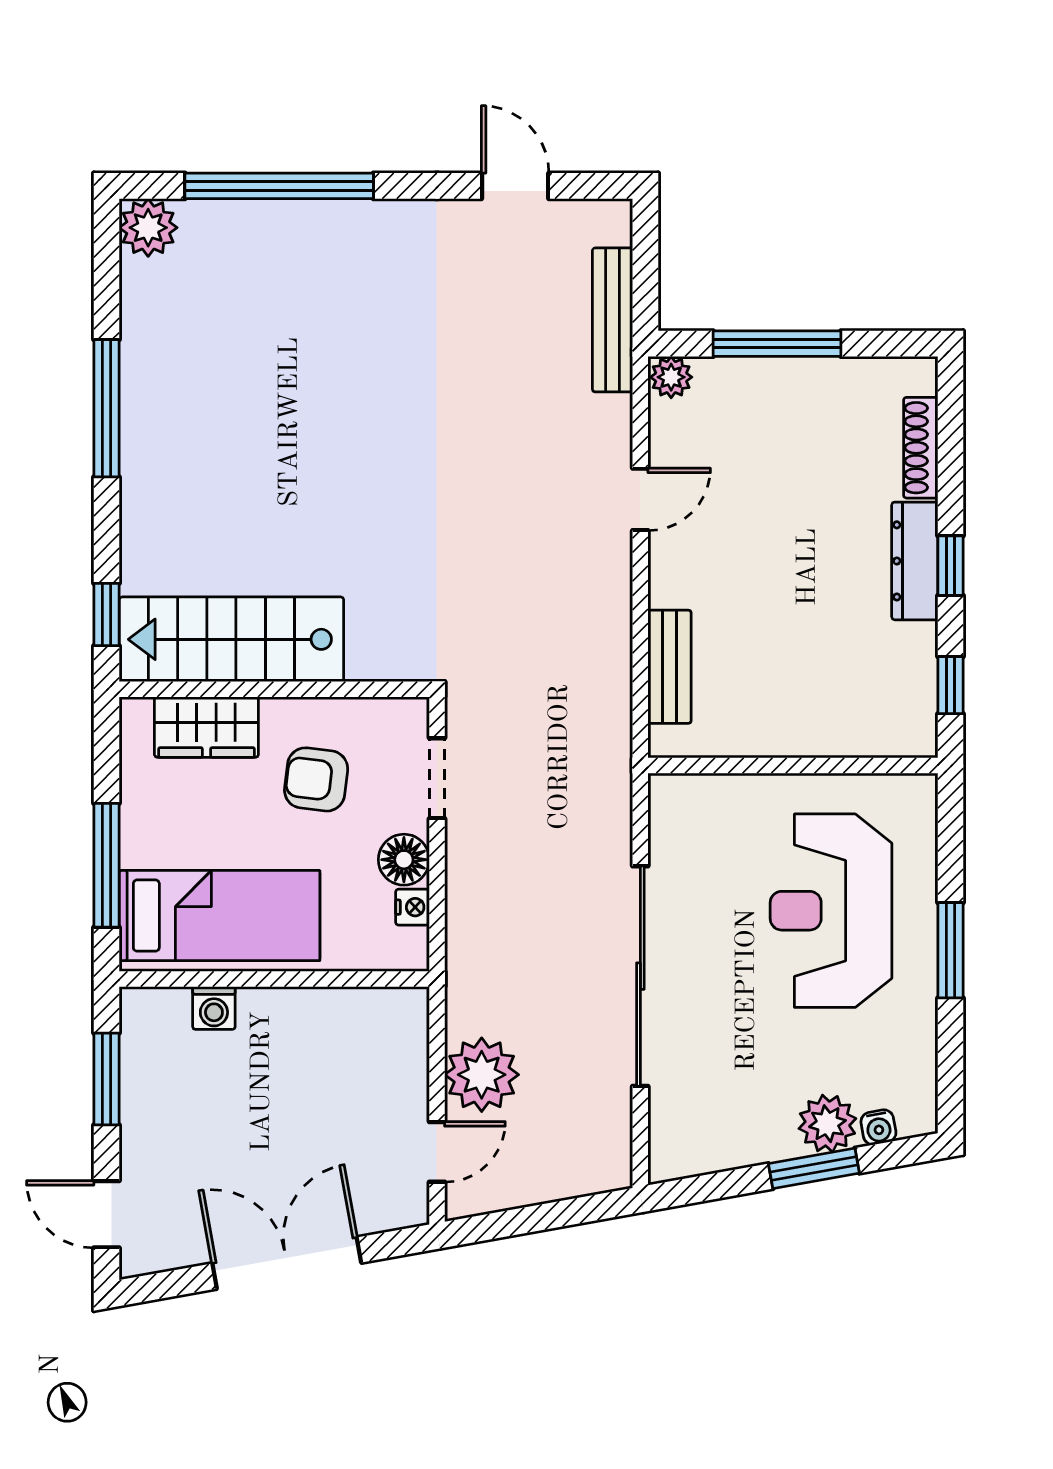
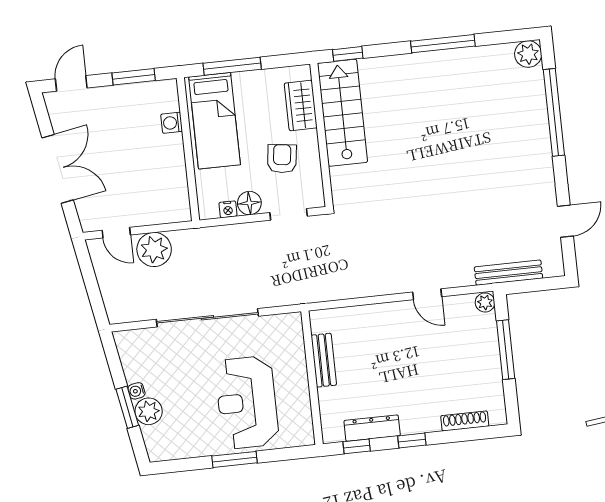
dresser: (915, 561) -> (372, 428), moved
bench: (670, 667) -> (324, 360), moved, turned 90
reception desk: (831, 911) -> (247, 402), turned -90
water cooler: (878, 1127) -> (137, 391), moved

